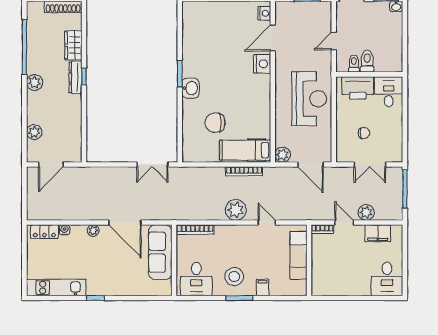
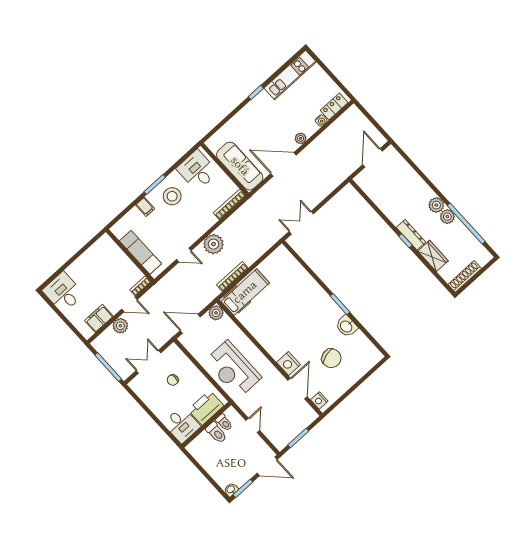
washbasin: (190, 88) -> (346, 326), moved
chair: (215, 123) -> (331, 358), moved, turned 75
plant: (34, 132) -> (447, 217), moved

